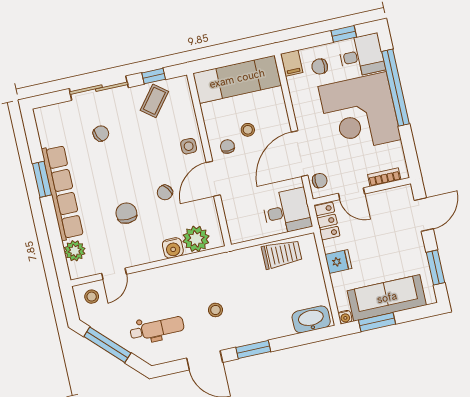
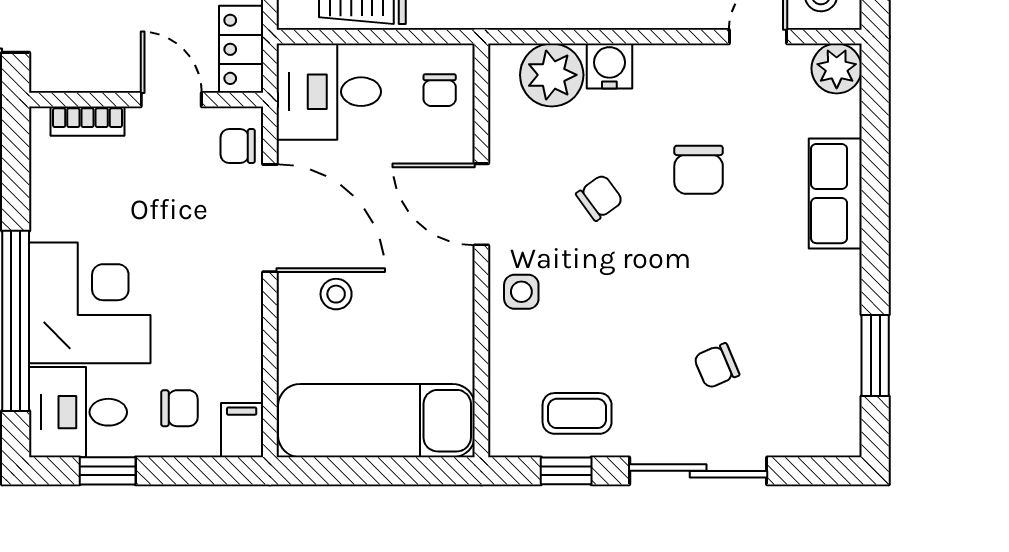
coffee table: (154, 101) -> (577, 413), turned 52
corner desk: (360, 113) -> (90, 303), width x0.74, depth x0.74
stool: (248, 130) -> (336, 294), moved
chair: (227, 146) -> (440, 90), moved
door: (300, 154) -> (270, 218), hinge flipped
window: (42, 179) -> (875, 355), moved
door: (213, 179) -> (481, 204), swing flipped
row of seats: (62, 193) -> (835, 194), width x0.50
plant: (75, 251) -> (837, 68), moved

